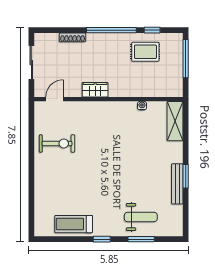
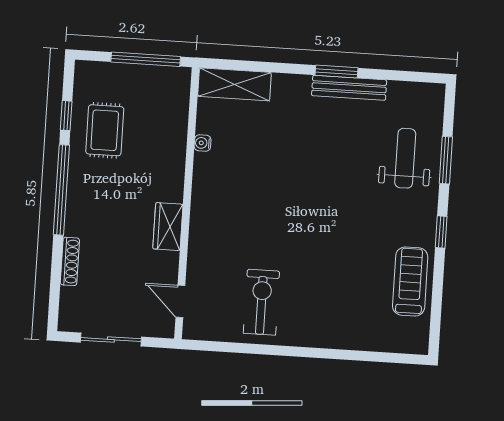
window: (186, 59) -> (146, 59), moved
treadmill: (74, 224) -> (410, 281), turned 180

